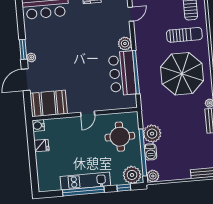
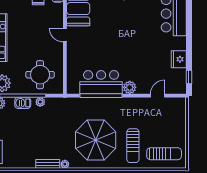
door: (131, 14) -> (158, 96), swing flipped
door: (88, 114) -> (65, 35), moved
plant: (152, 134) -> (40, 102), width x0.53, depth x0.53

